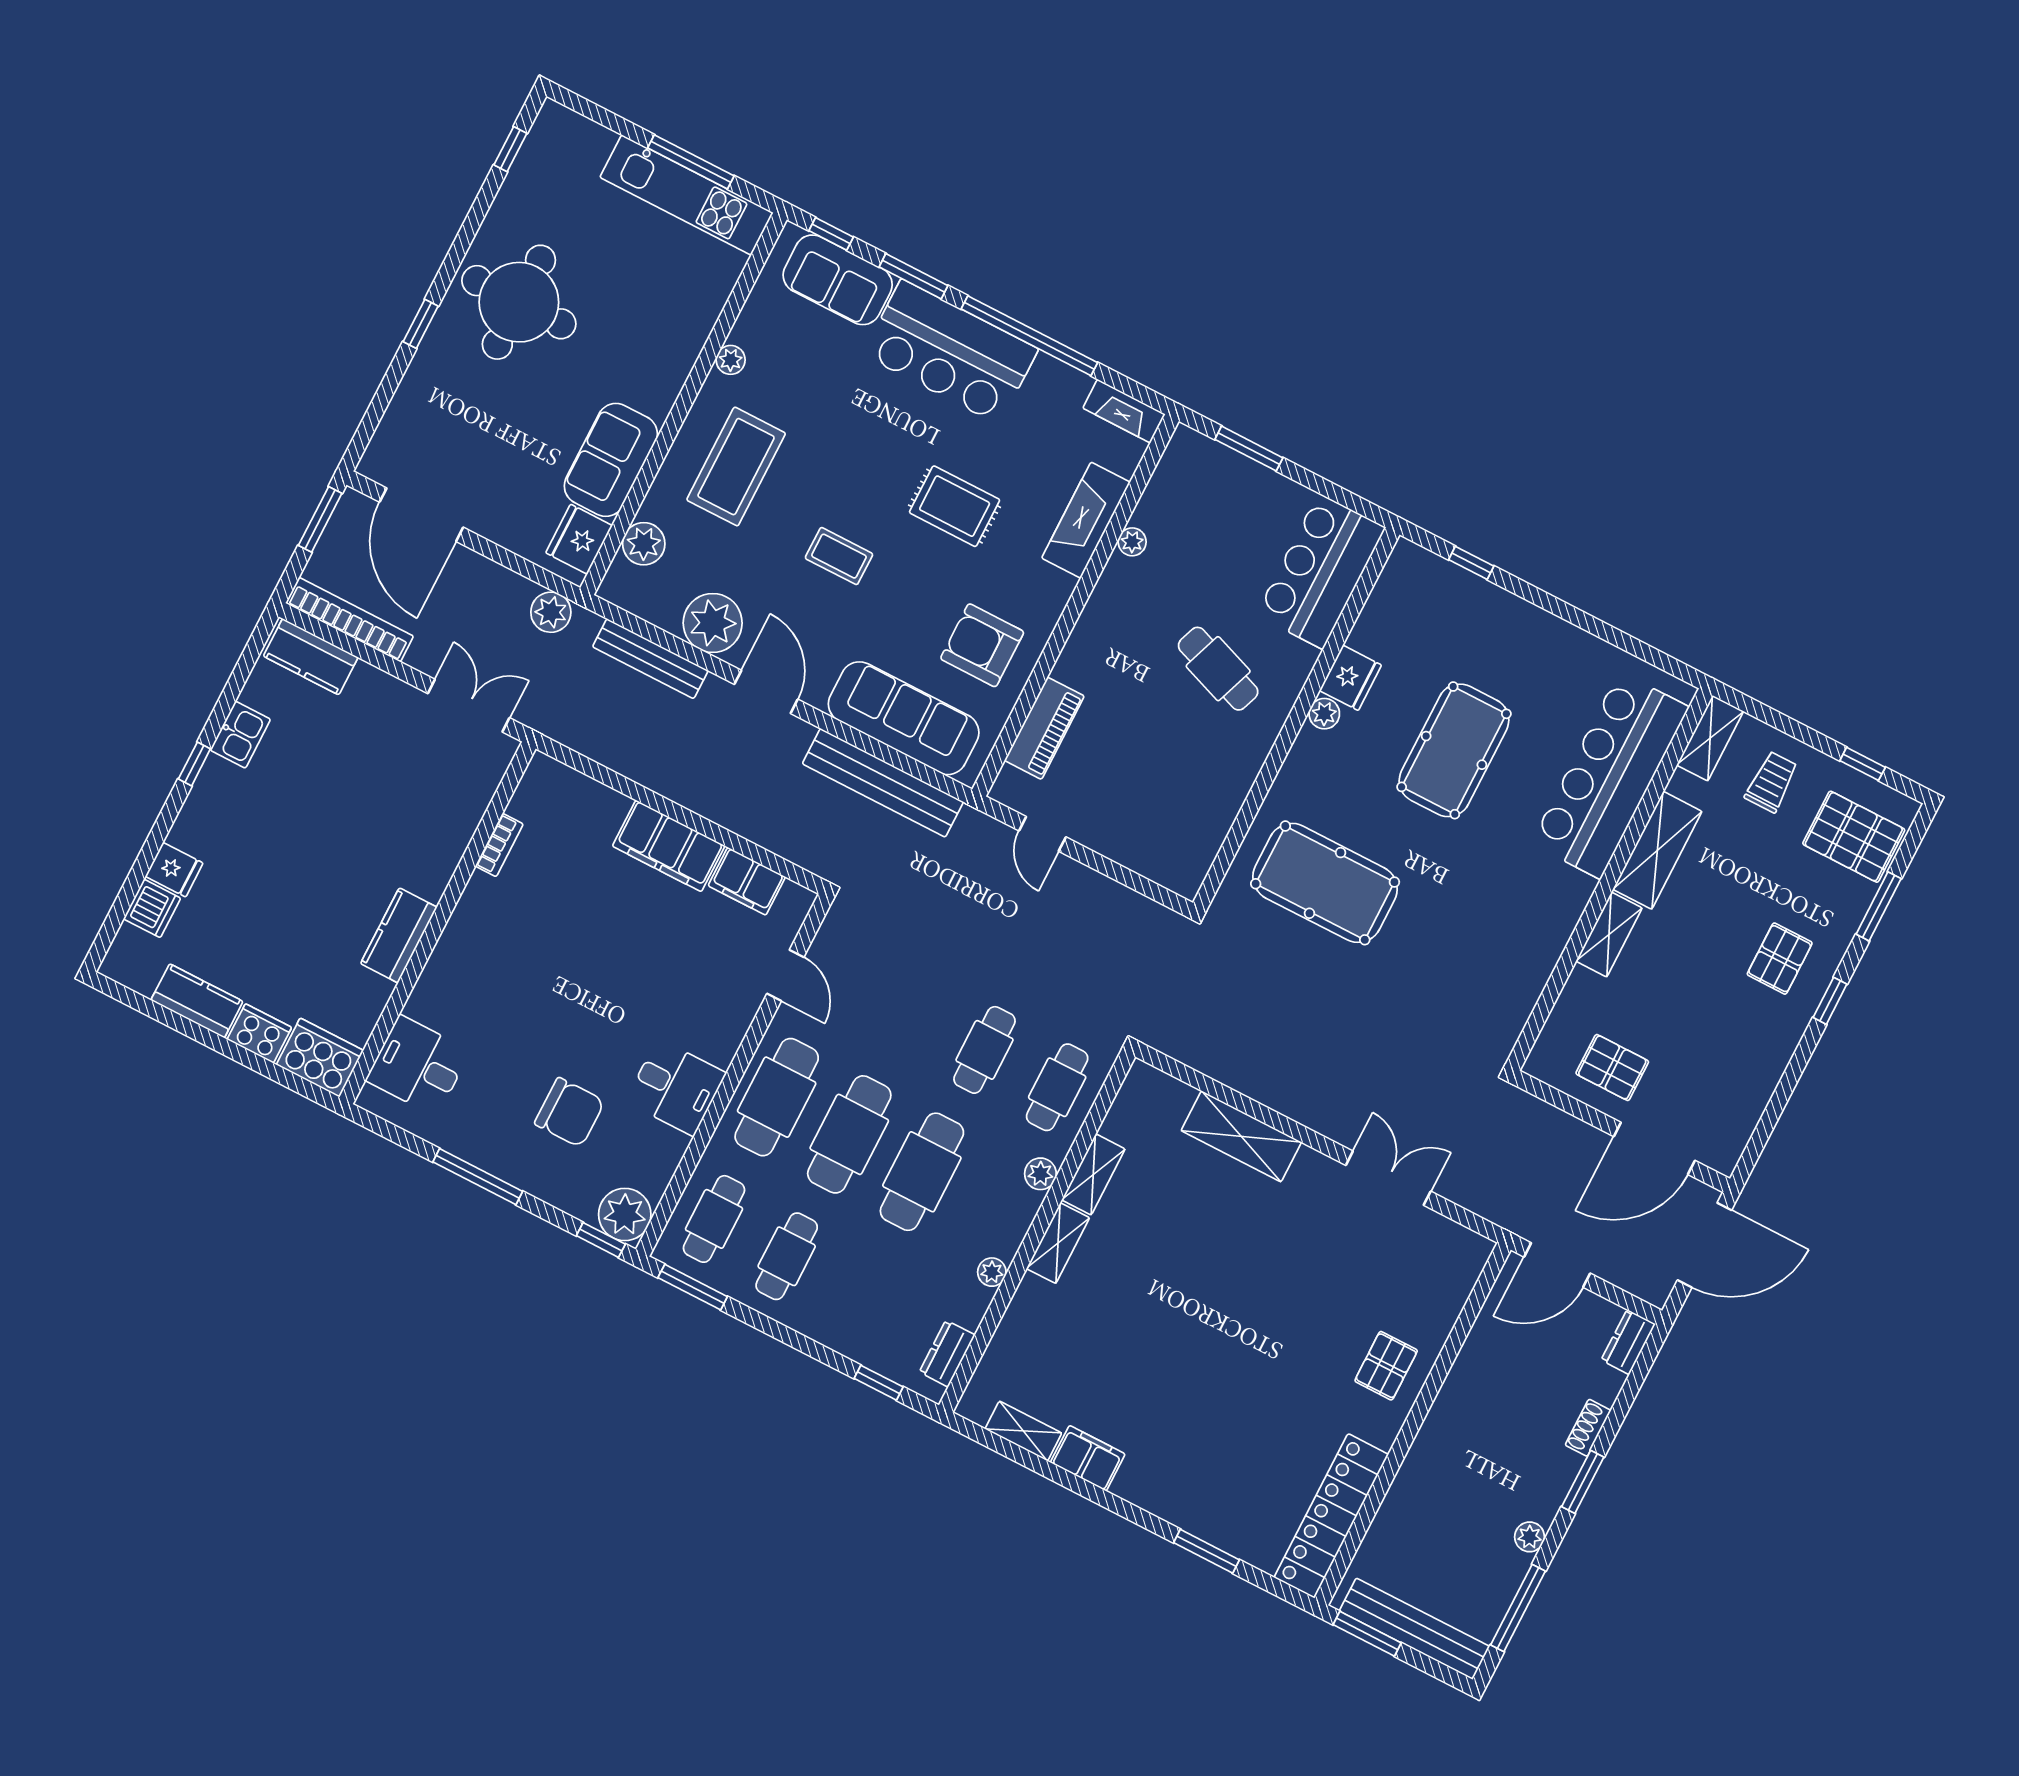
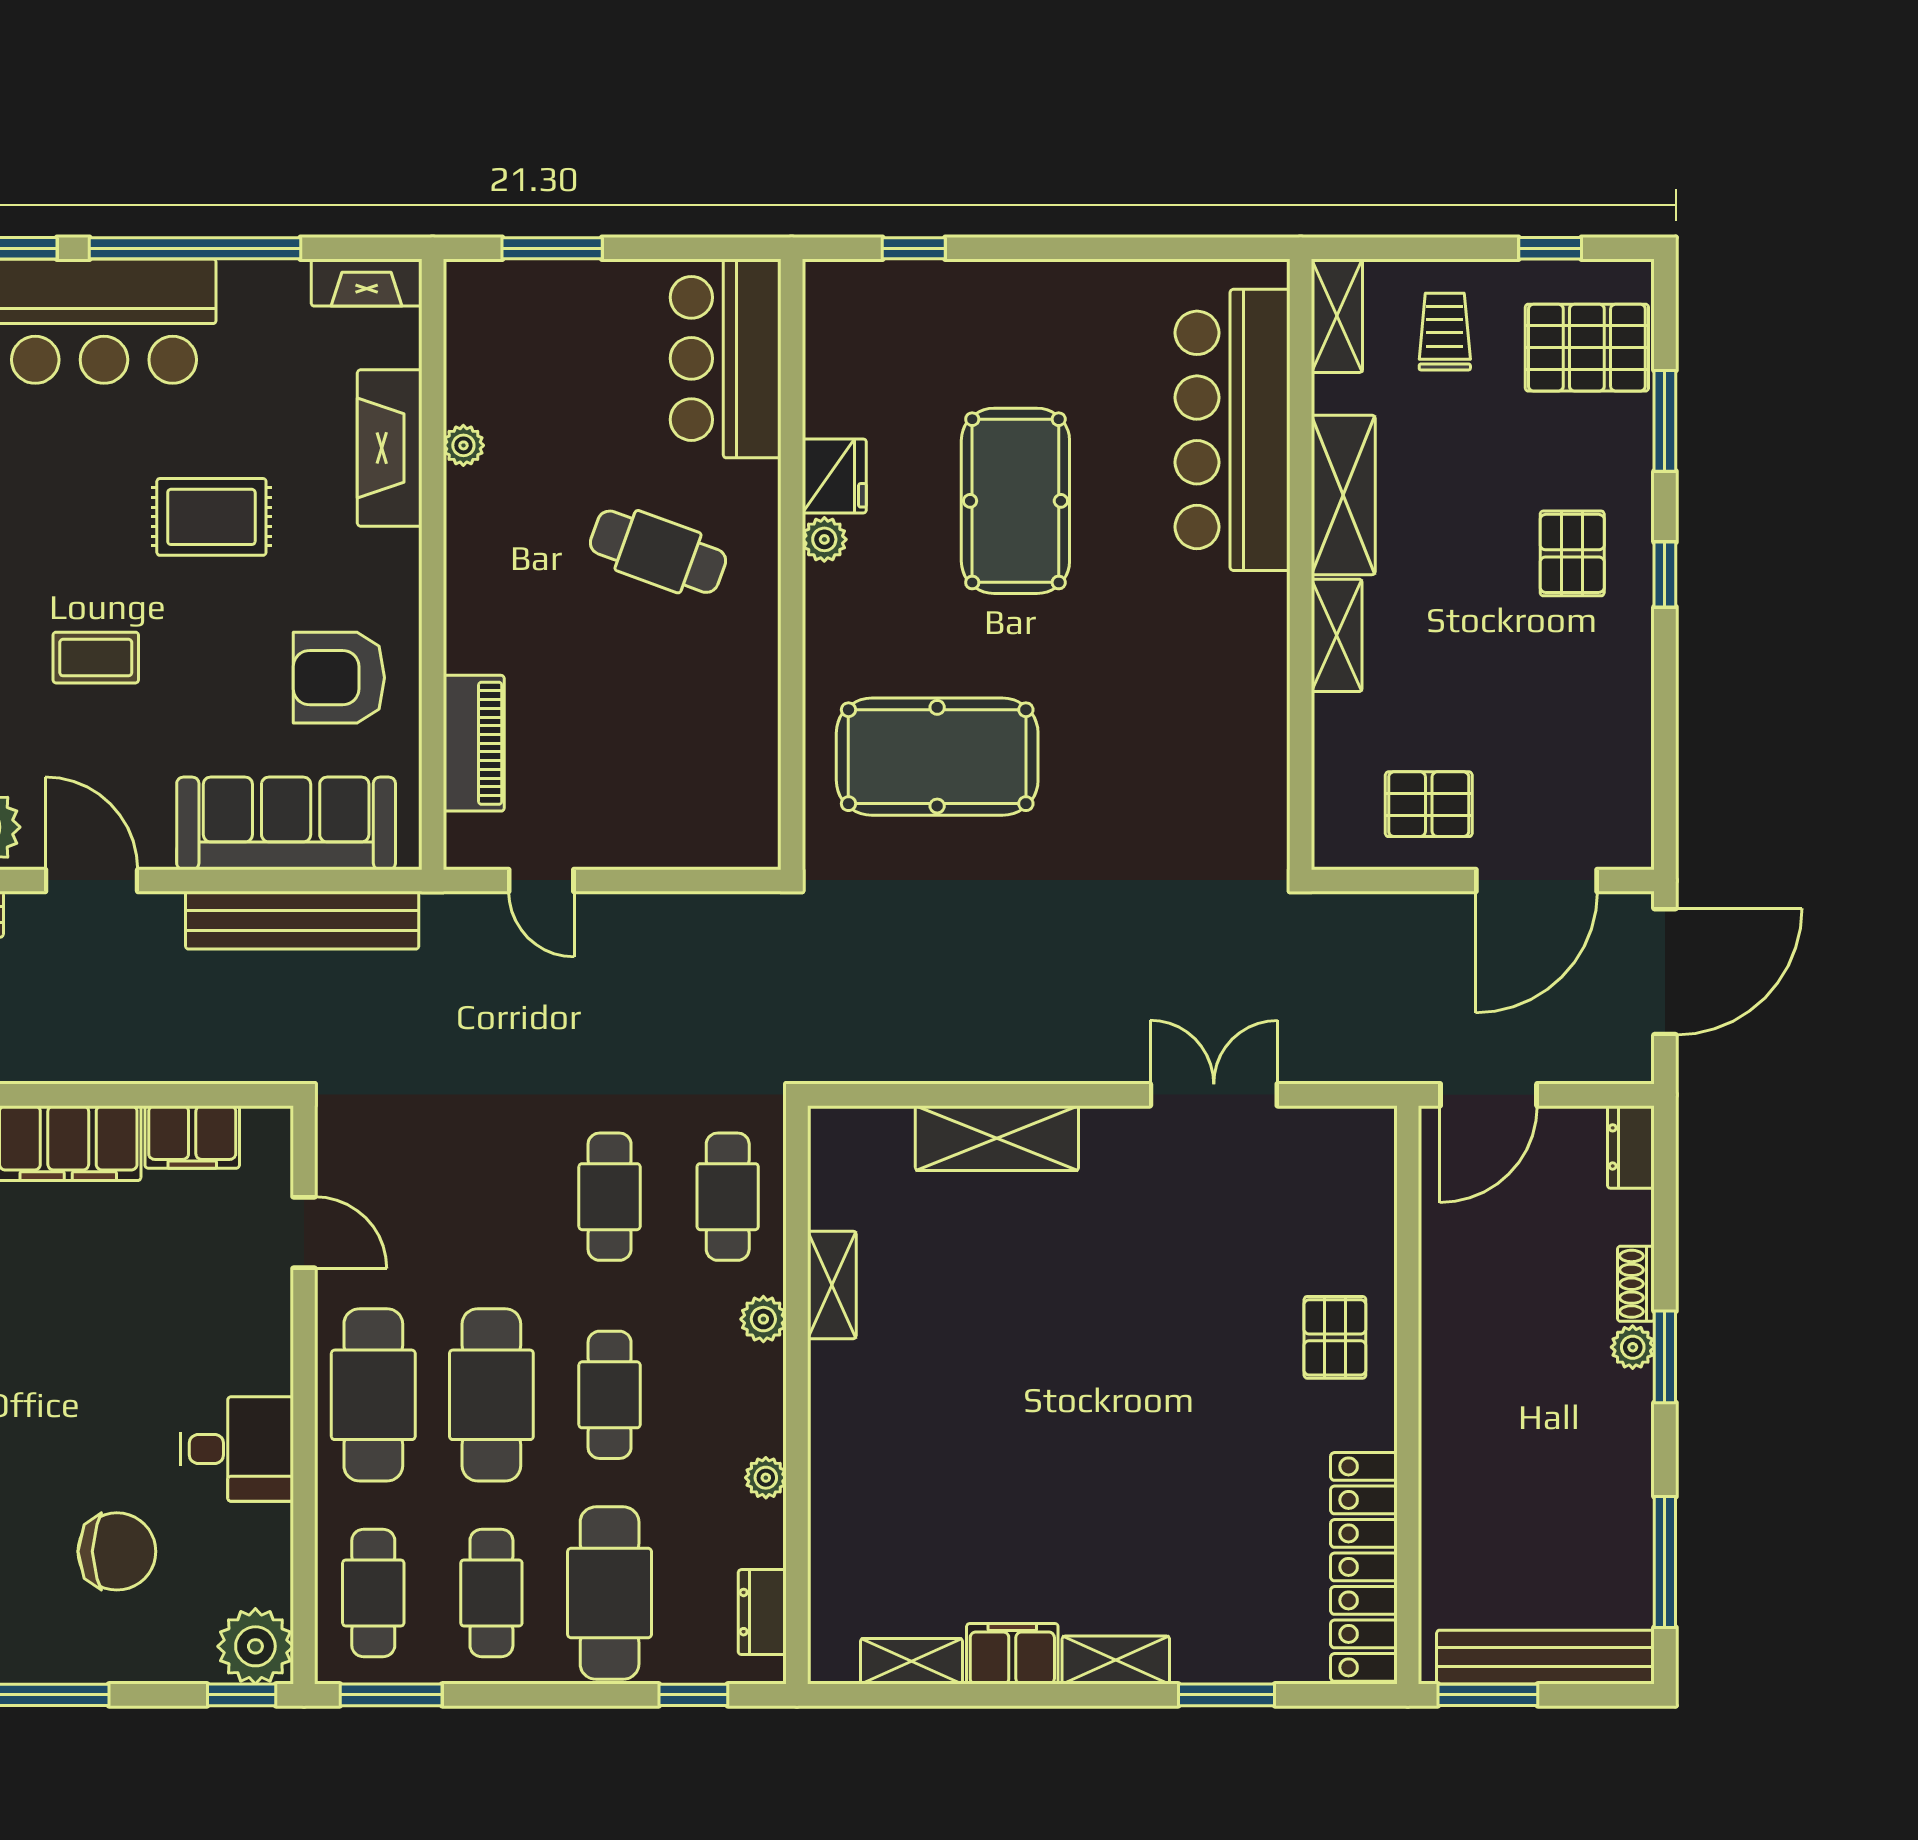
cafe table: (922, 1172) -> (610, 1395), width x0.73, depth x0.74
shelving: (1058, 1243) -> (1116, 1660), moved, turned 90
cafe table: (859, 1294) -> (610, 1593), added
plant: (1530, 1537) -> (1633, 1347), moved

